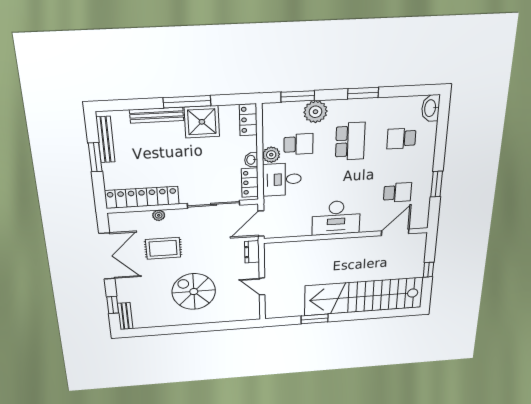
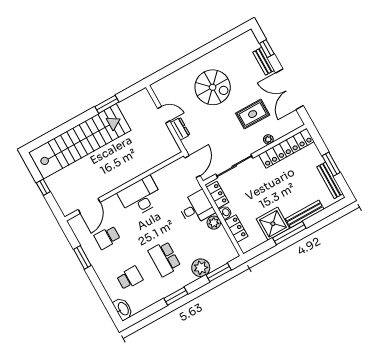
locker: (248, 120) -> (236, 229), moved
school desk: (299, 144) -> (199, 239), removed
dresser: (252, 252) -> (180, 129), moved
bench: (125, 316) -> (264, 61), moved

